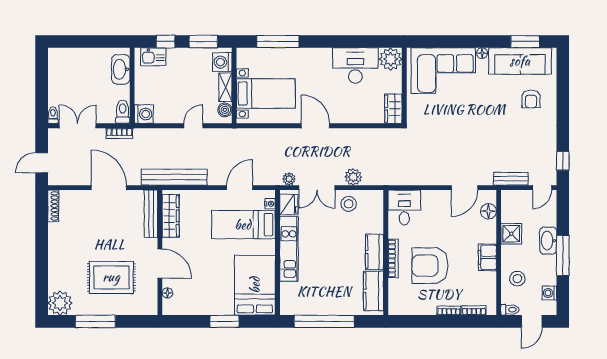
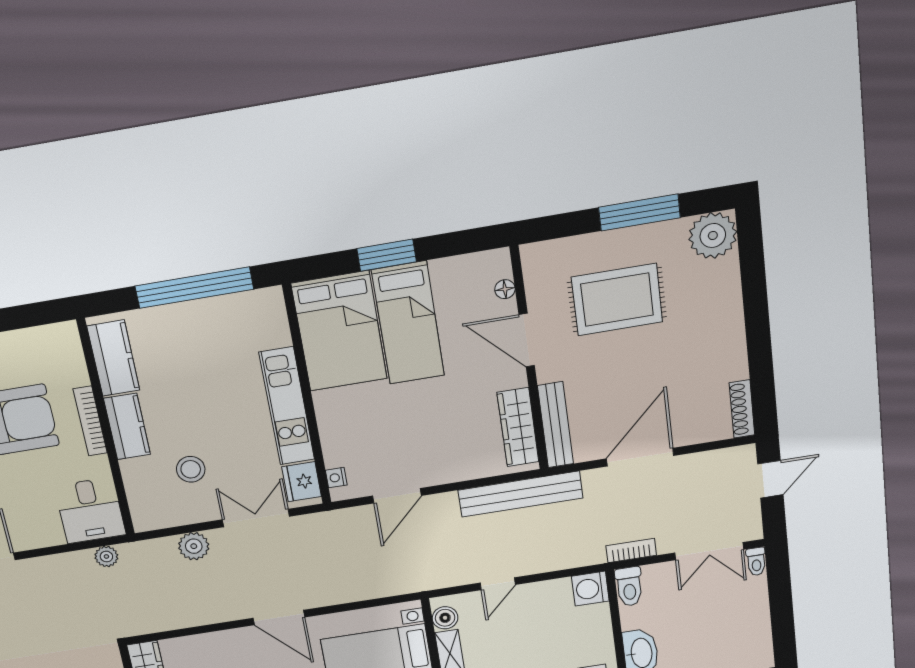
plant: (289, 179) -> (106, 556), moved
door: (109, 188) -> (640, 457), swing flipped
stool: (349, 204) -> (191, 469), moved
bed: (243, 225) -> (408, 323), moved, turned 90

